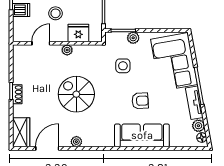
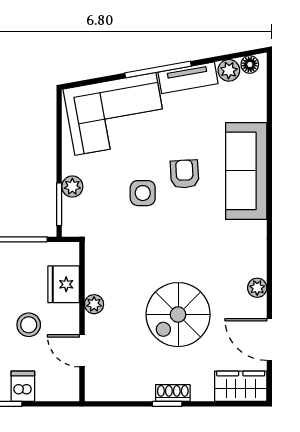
side table: (123, 66) -> (143, 193), moved
spiral stairs: (76, 94) -> (178, 315), moved

